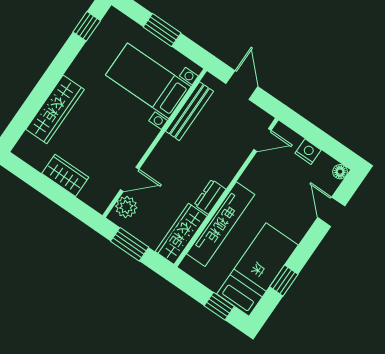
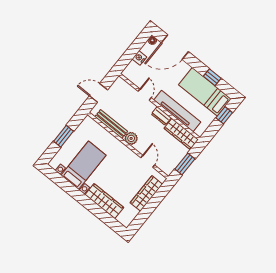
window: (87, 26) -> (58, 179), removed
bed with nightstands: (148, 81) -> (84, 165), moved, turned 180
door: (263, 140) -> (145, 95), moved
wardrobe: (65, 175) -> (146, 193), width x1.50
plant: (126, 207) -> (131, 138), moved
door: (331, 212) -> (175, 47), width x1.88

